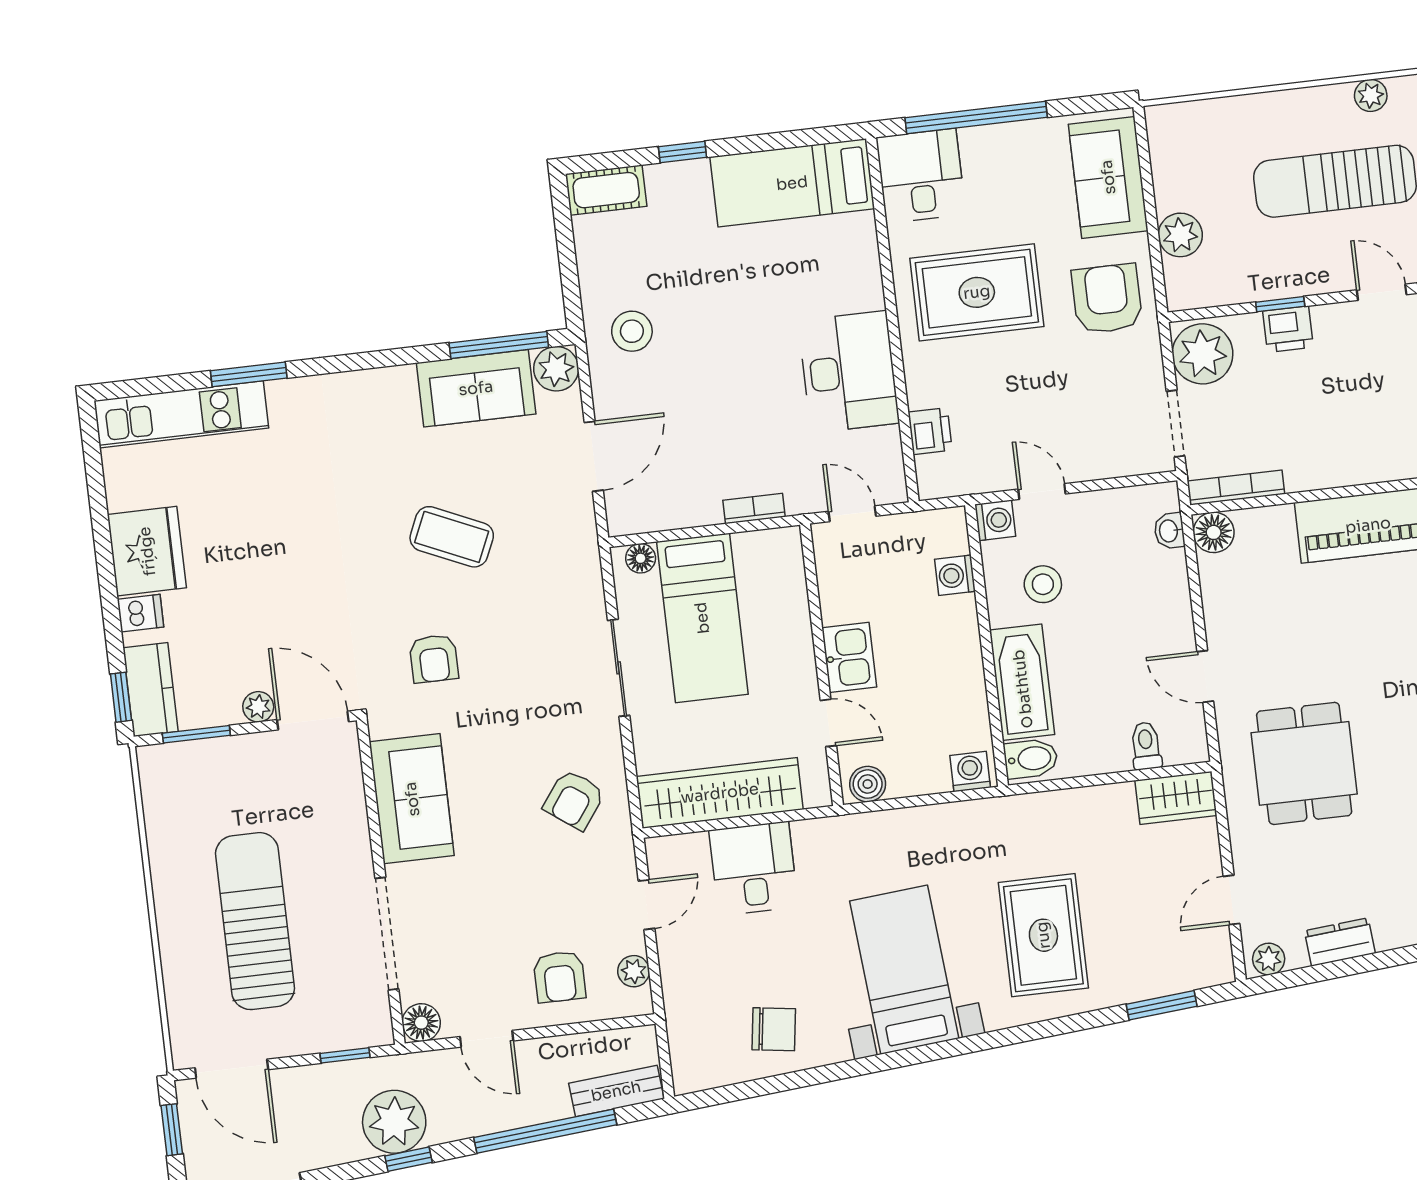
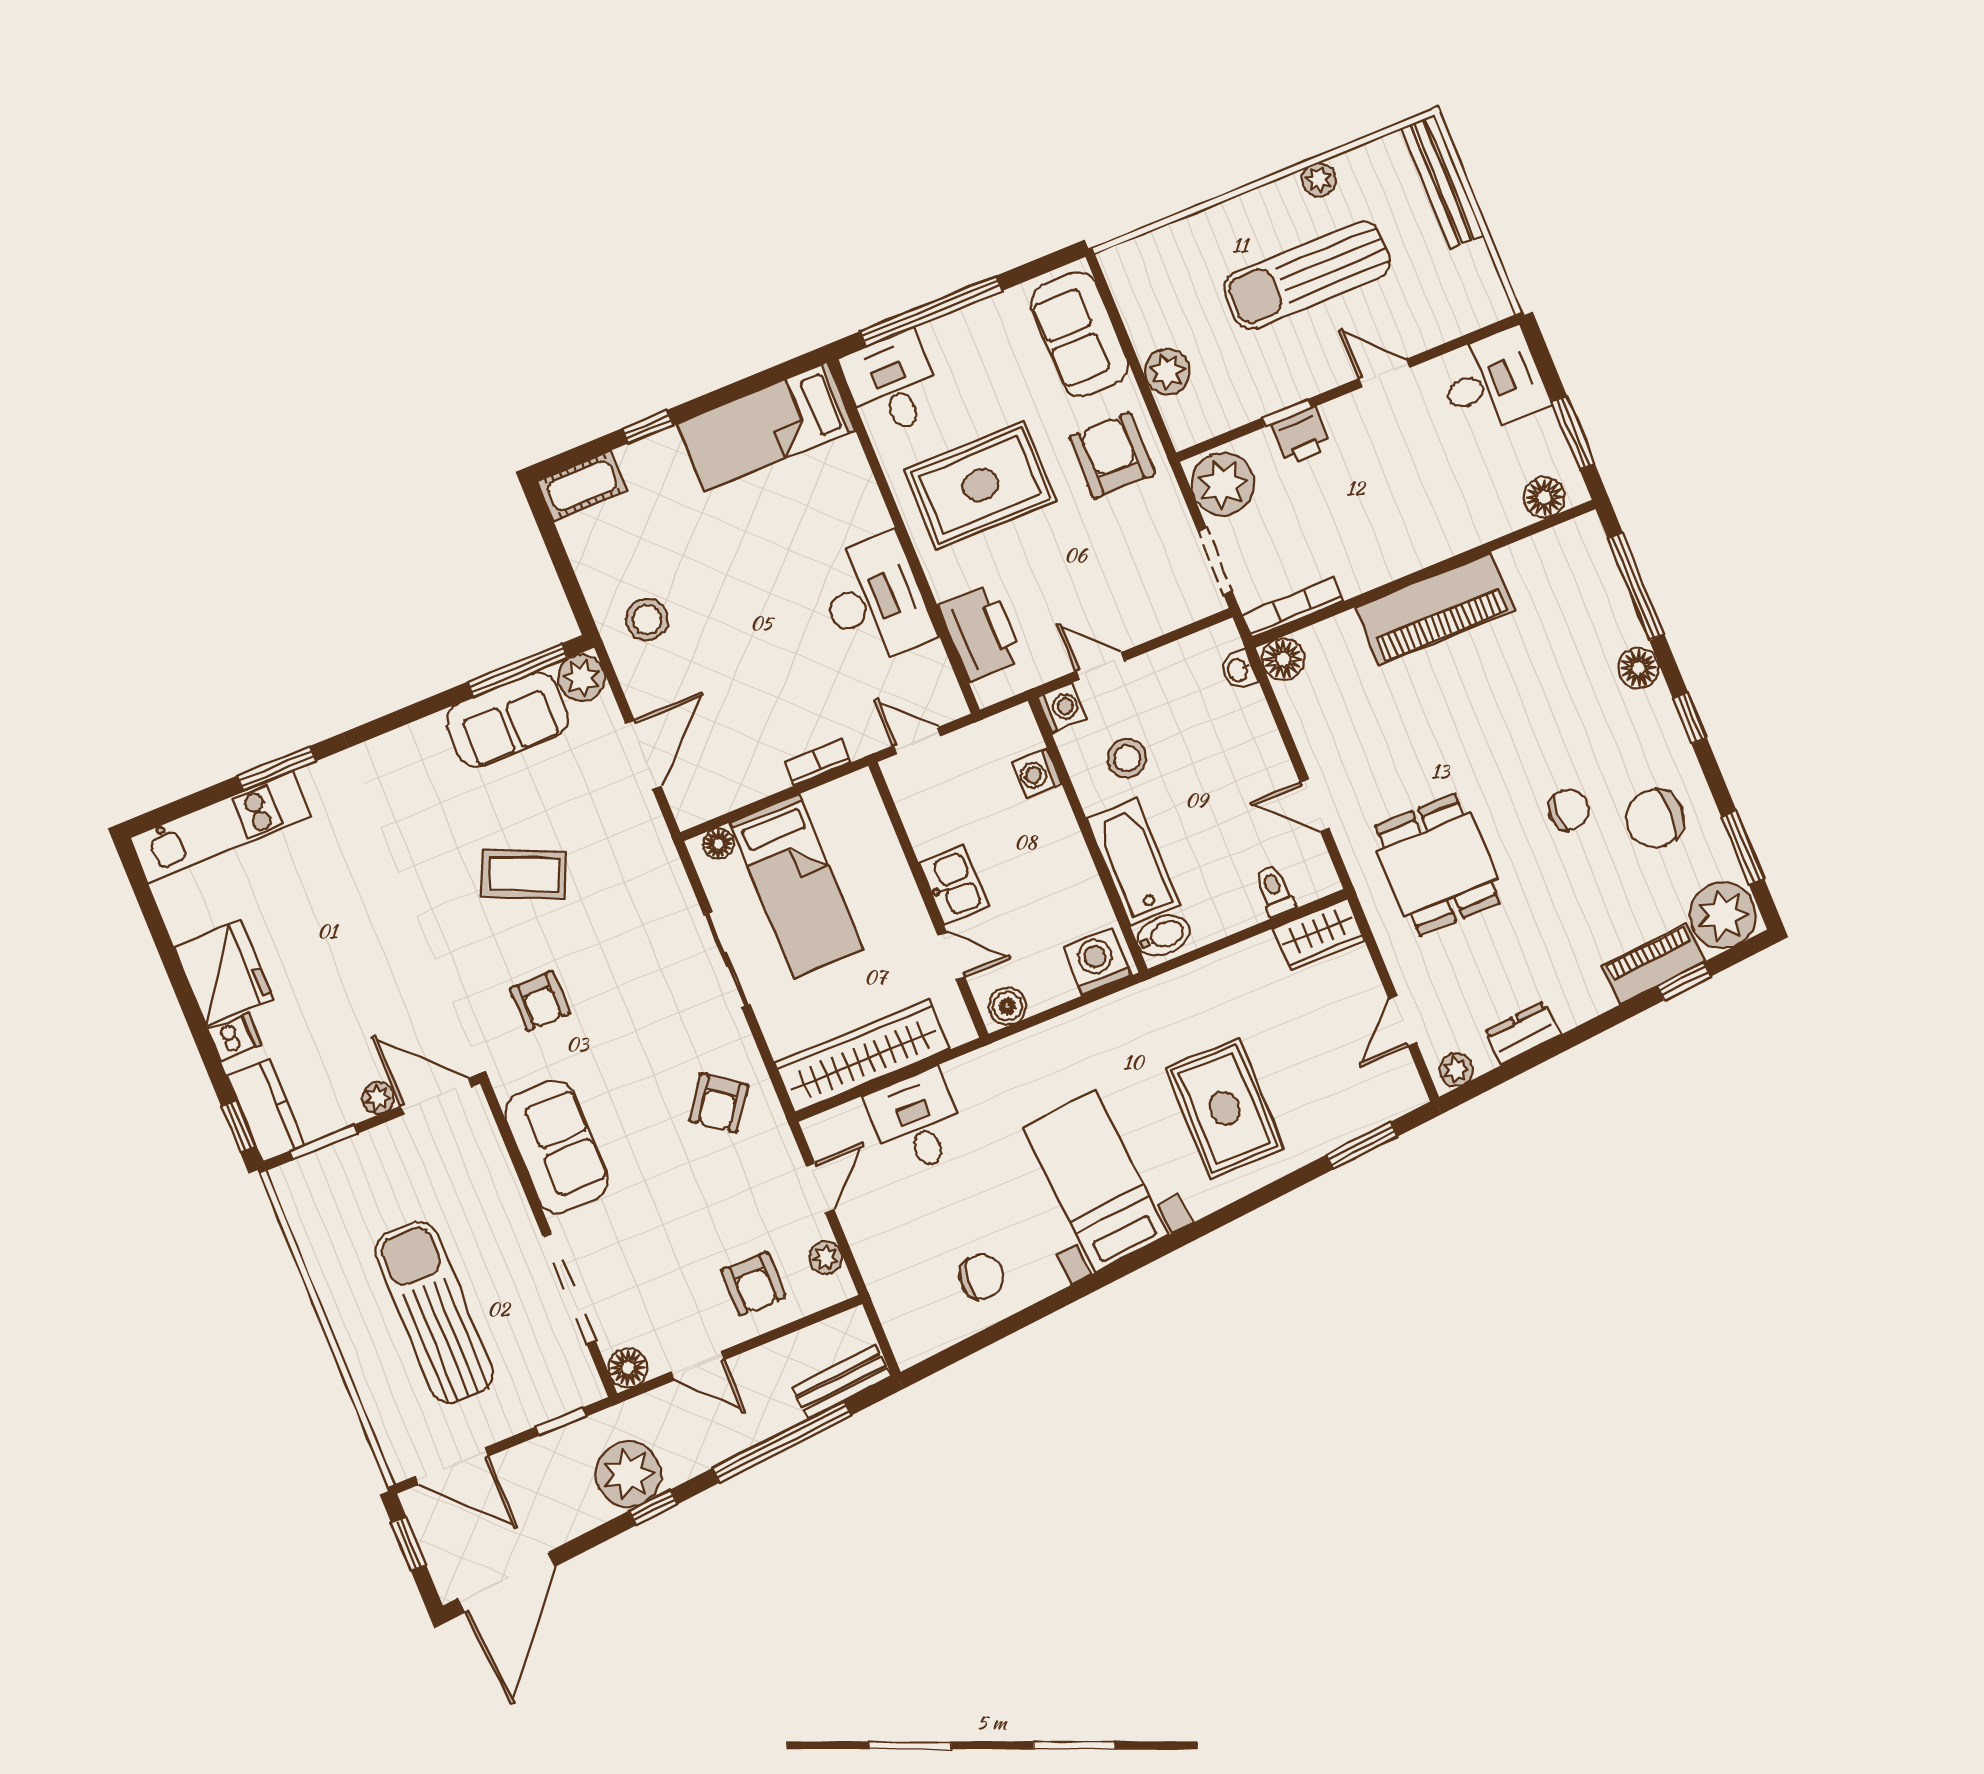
printer: (930, 431) -> (981, 633), width x1.87, depth x1.48
washing machine: (970, 772) -> (1097, 961), width x1.38, depth x1.38

